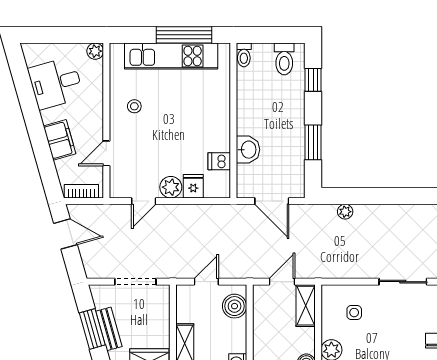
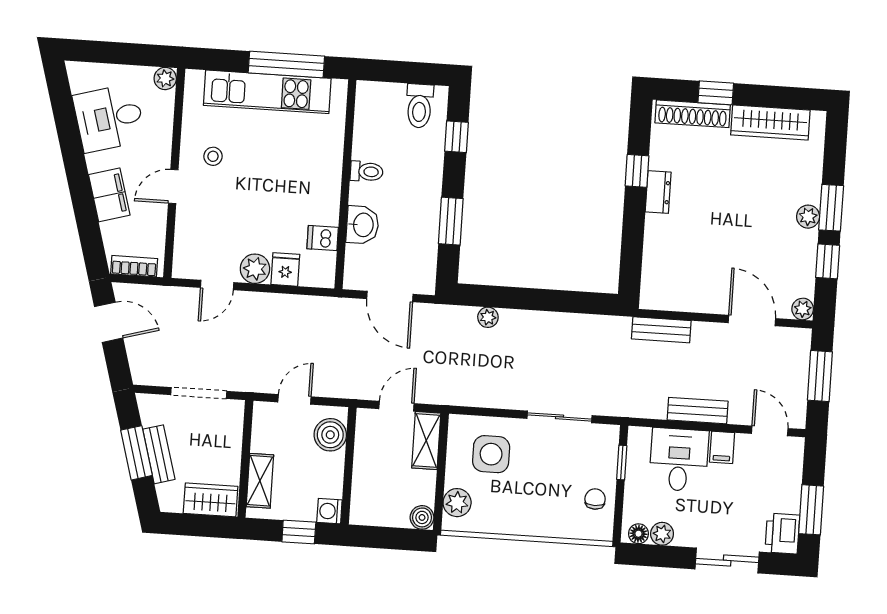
toilet: (244, 55) -> (367, 172), moved, turned -90
door: (106, 153) -> (173, 187), moved
side table: (354, 313) -> (491, 454), width x1.87, depth x1.87

